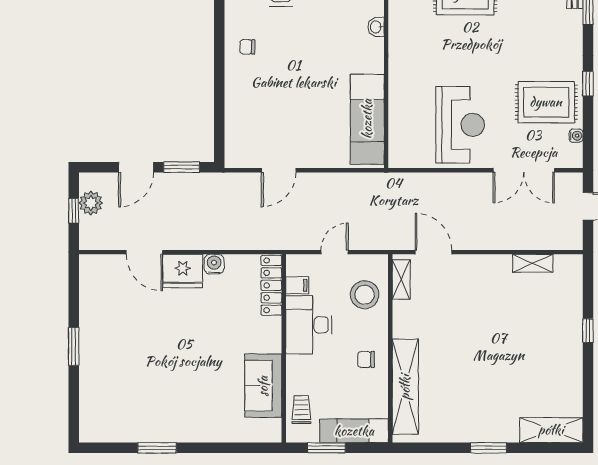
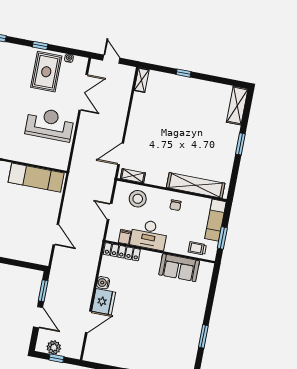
shelving: (533, 263) -> (142, 80), moved

